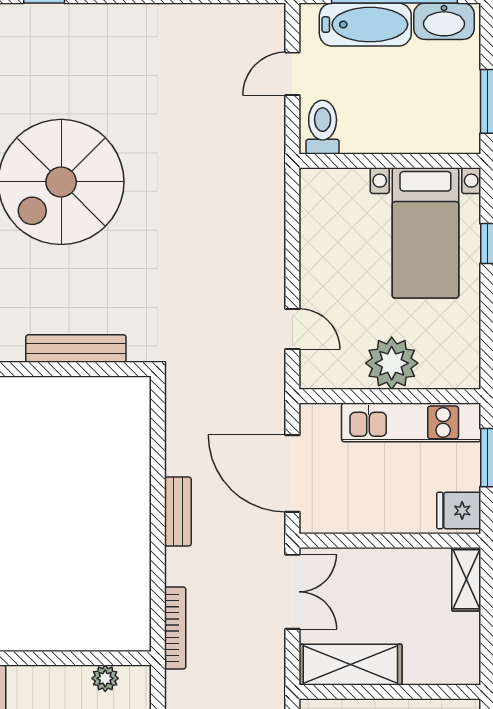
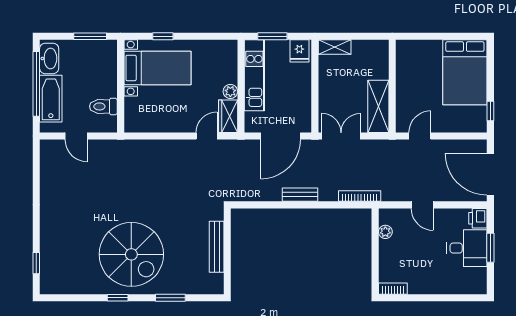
toilet: (323, 127) -> (103, 106), moved
plant: (392, 363) -> (230, 91), width x0.53, depth x0.53
wardrobe: (331, 371) -> (228, 116), added

